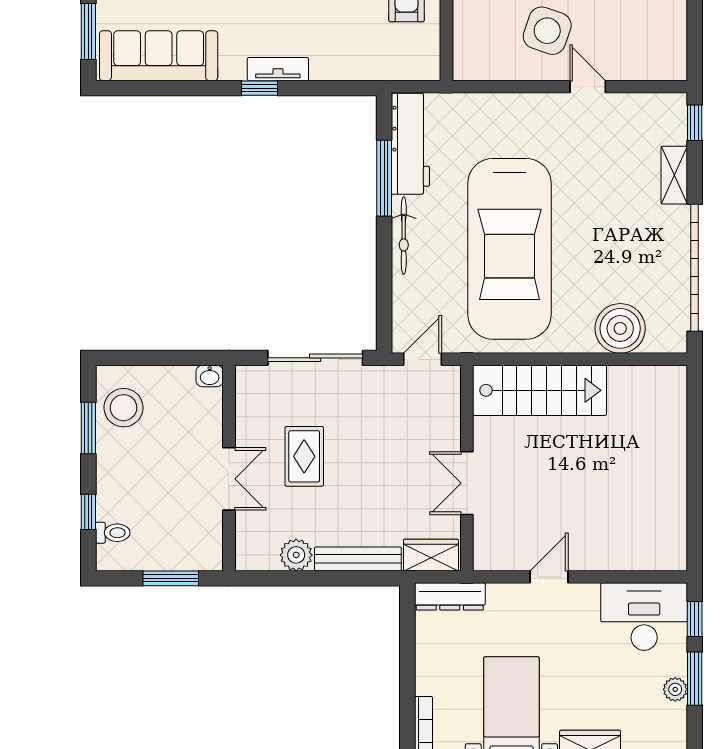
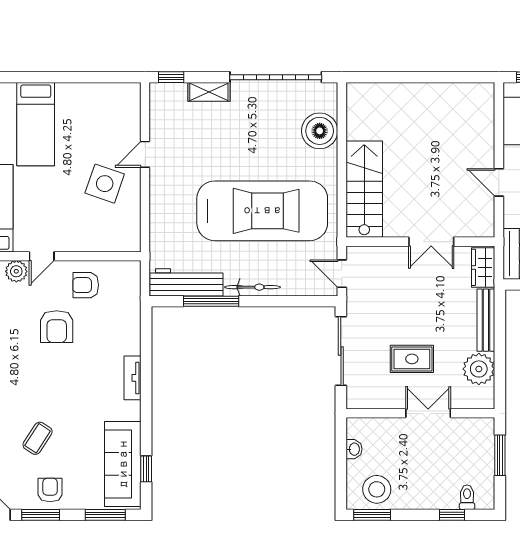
window: (260, 88) -> (146, 469), moved
washbasin: (210, 376) -> (354, 449), moved
window: (88, 428) -> (372, 515), moved
plant: (296, 555) -> (479, 369), width x1.36, depth x1.36

